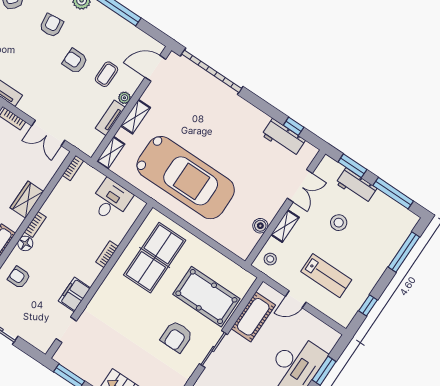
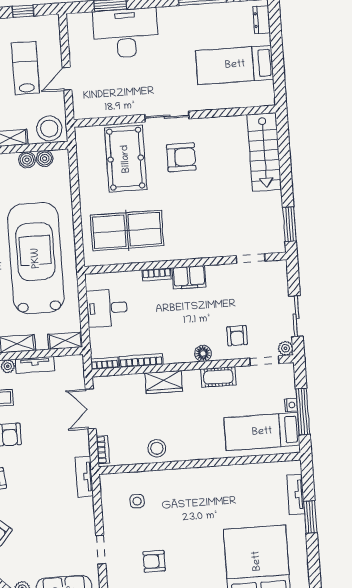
double door: (48, 133) -> (91, 409), swing flipped
bookcase: (35, 224) -> (141, 360), moved, width x1.56
boiler: (251, 239) -> (45, 159), added
stool: (270, 259) -> (49, 128), width x1.89, depth x1.89
filing cabinet: (74, 294) -> (189, 277), moved
door: (296, 299) -> (67, 79), swing flipped
cot: (253, 317) -> (111, 104), removed

